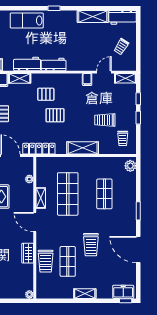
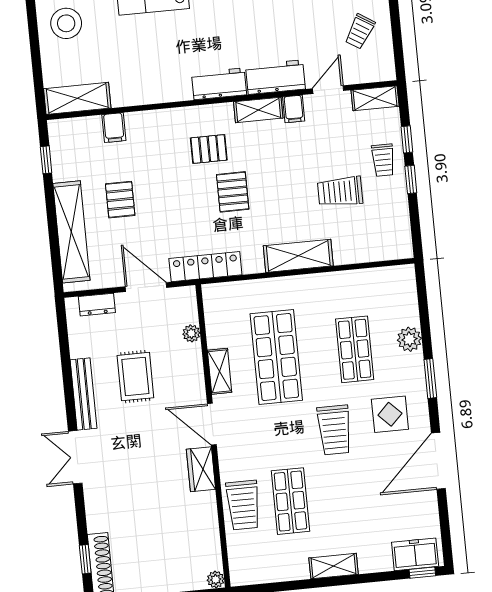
workbench: (27, 64) -> (275, 77), moved
shelving: (20, 78) -> (258, 110), moved
pallet: (55, 115) -> (233, 192), turned 90
trolley: (123, 138) -> (383, 160), moved
plant: (130, 166) -> (409, 339), moved
display table: (118, 226) -> (390, 414), added
trolley: (91, 245) -> (334, 430), moved
door: (138, 249) -> (438, 461), hinge flipped
wardrobe: (28, 253) -> (201, 469), moved

